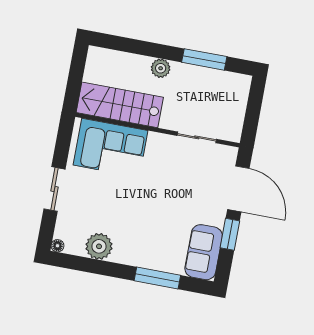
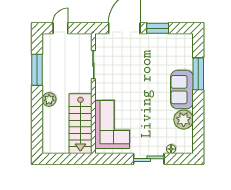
door: (255, 102) -> (60, 28), added
floor lamp: (57, 246) -> (171, 149), moved
sofa: (204, 252) -> (182, 90), moved, turned 90

